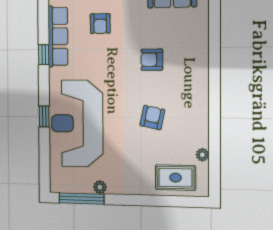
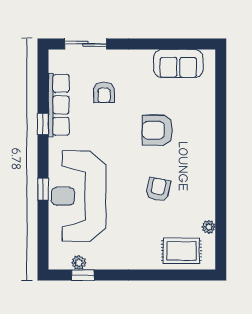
armchair: (152, 60) -> (158, 130), width x1.38, depth x1.38
plant: (100, 187) -> (79, 263), moved
window: (81, 198) -> (83, 275), width x0.46

